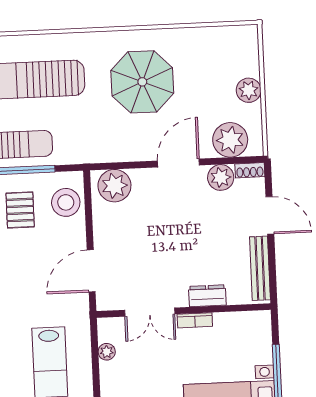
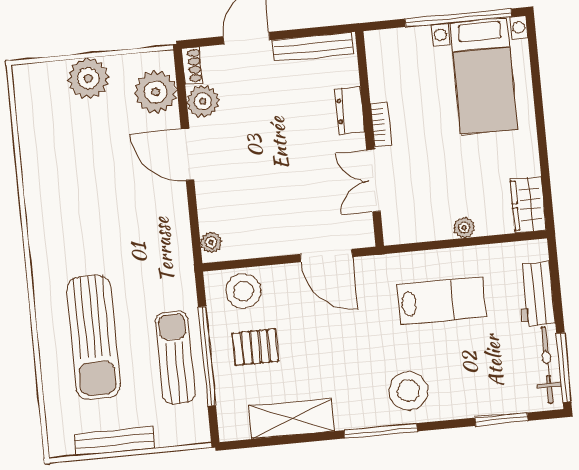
parasol: (142, 82) -> (90, 204), removed
plant: (249, 90) -> (88, 78), width x1.36, depth x1.36
plant: (114, 186) -> (211, 242), width x0.53, depth x0.53
double door: (150, 312) -> (373, 181), swing flipped
plant: (107, 352) -> (464, 228), moved

